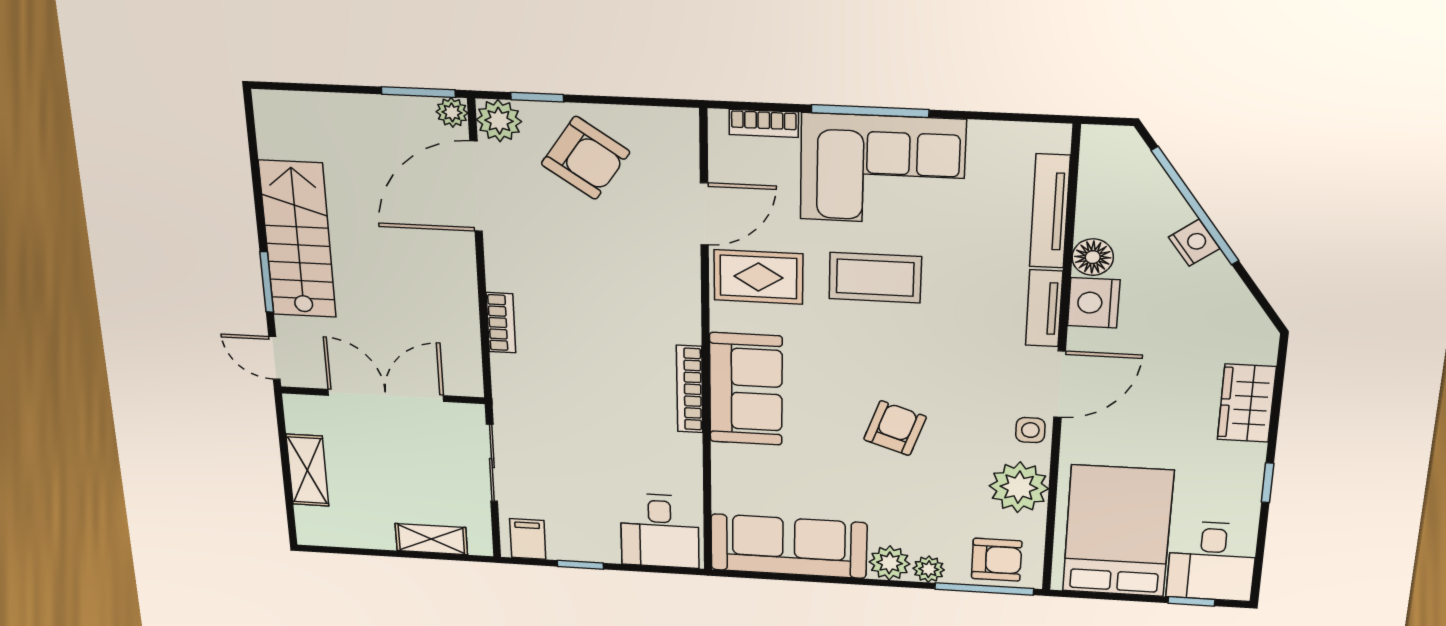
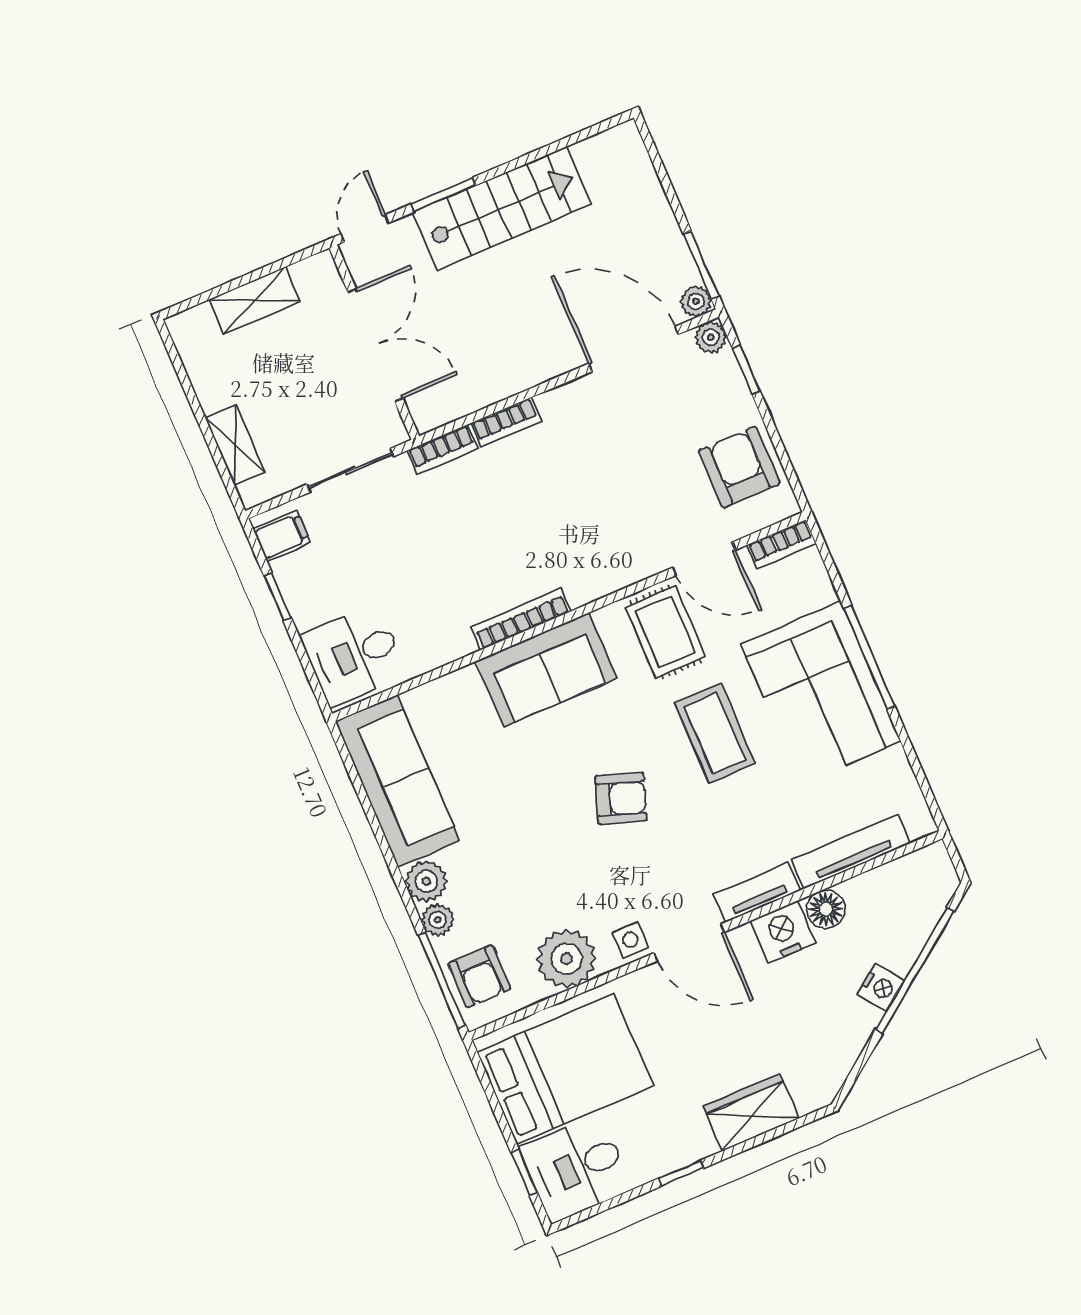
plant: (499, 121) -> (711, 337), width x0.73, depth x0.73
bookcase: (764, 123) -> (781, 544), moved, turned -90
armchair: (585, 158) -> (739, 467), moved, turned 146
bookcase: (504, 384) -> (442, 450), added
armchair: (895, 428) -> (621, 799), moved

